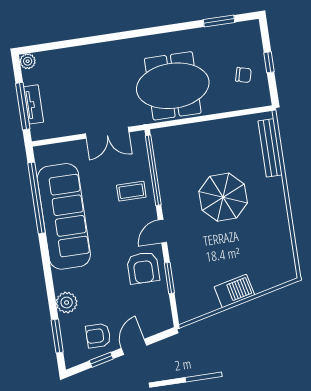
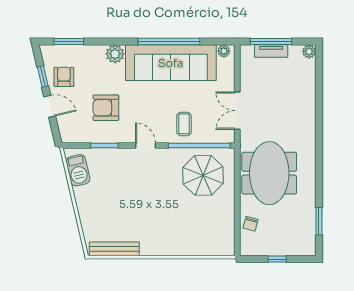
chair: (243, 75) -> (250, 224), moved
bench: (270, 148) -> (114, 249), moved
plant: (42, 158) -> (224, 51), added
parasol: (223, 197) -> (203, 175), moved
window: (37, 198) -> (169, 42), moved
armchair: (143, 268) -> (106, 108), moved
barbecue: (234, 291) -> (78, 170), moved
plant: (67, 302) -> (115, 54), moved

